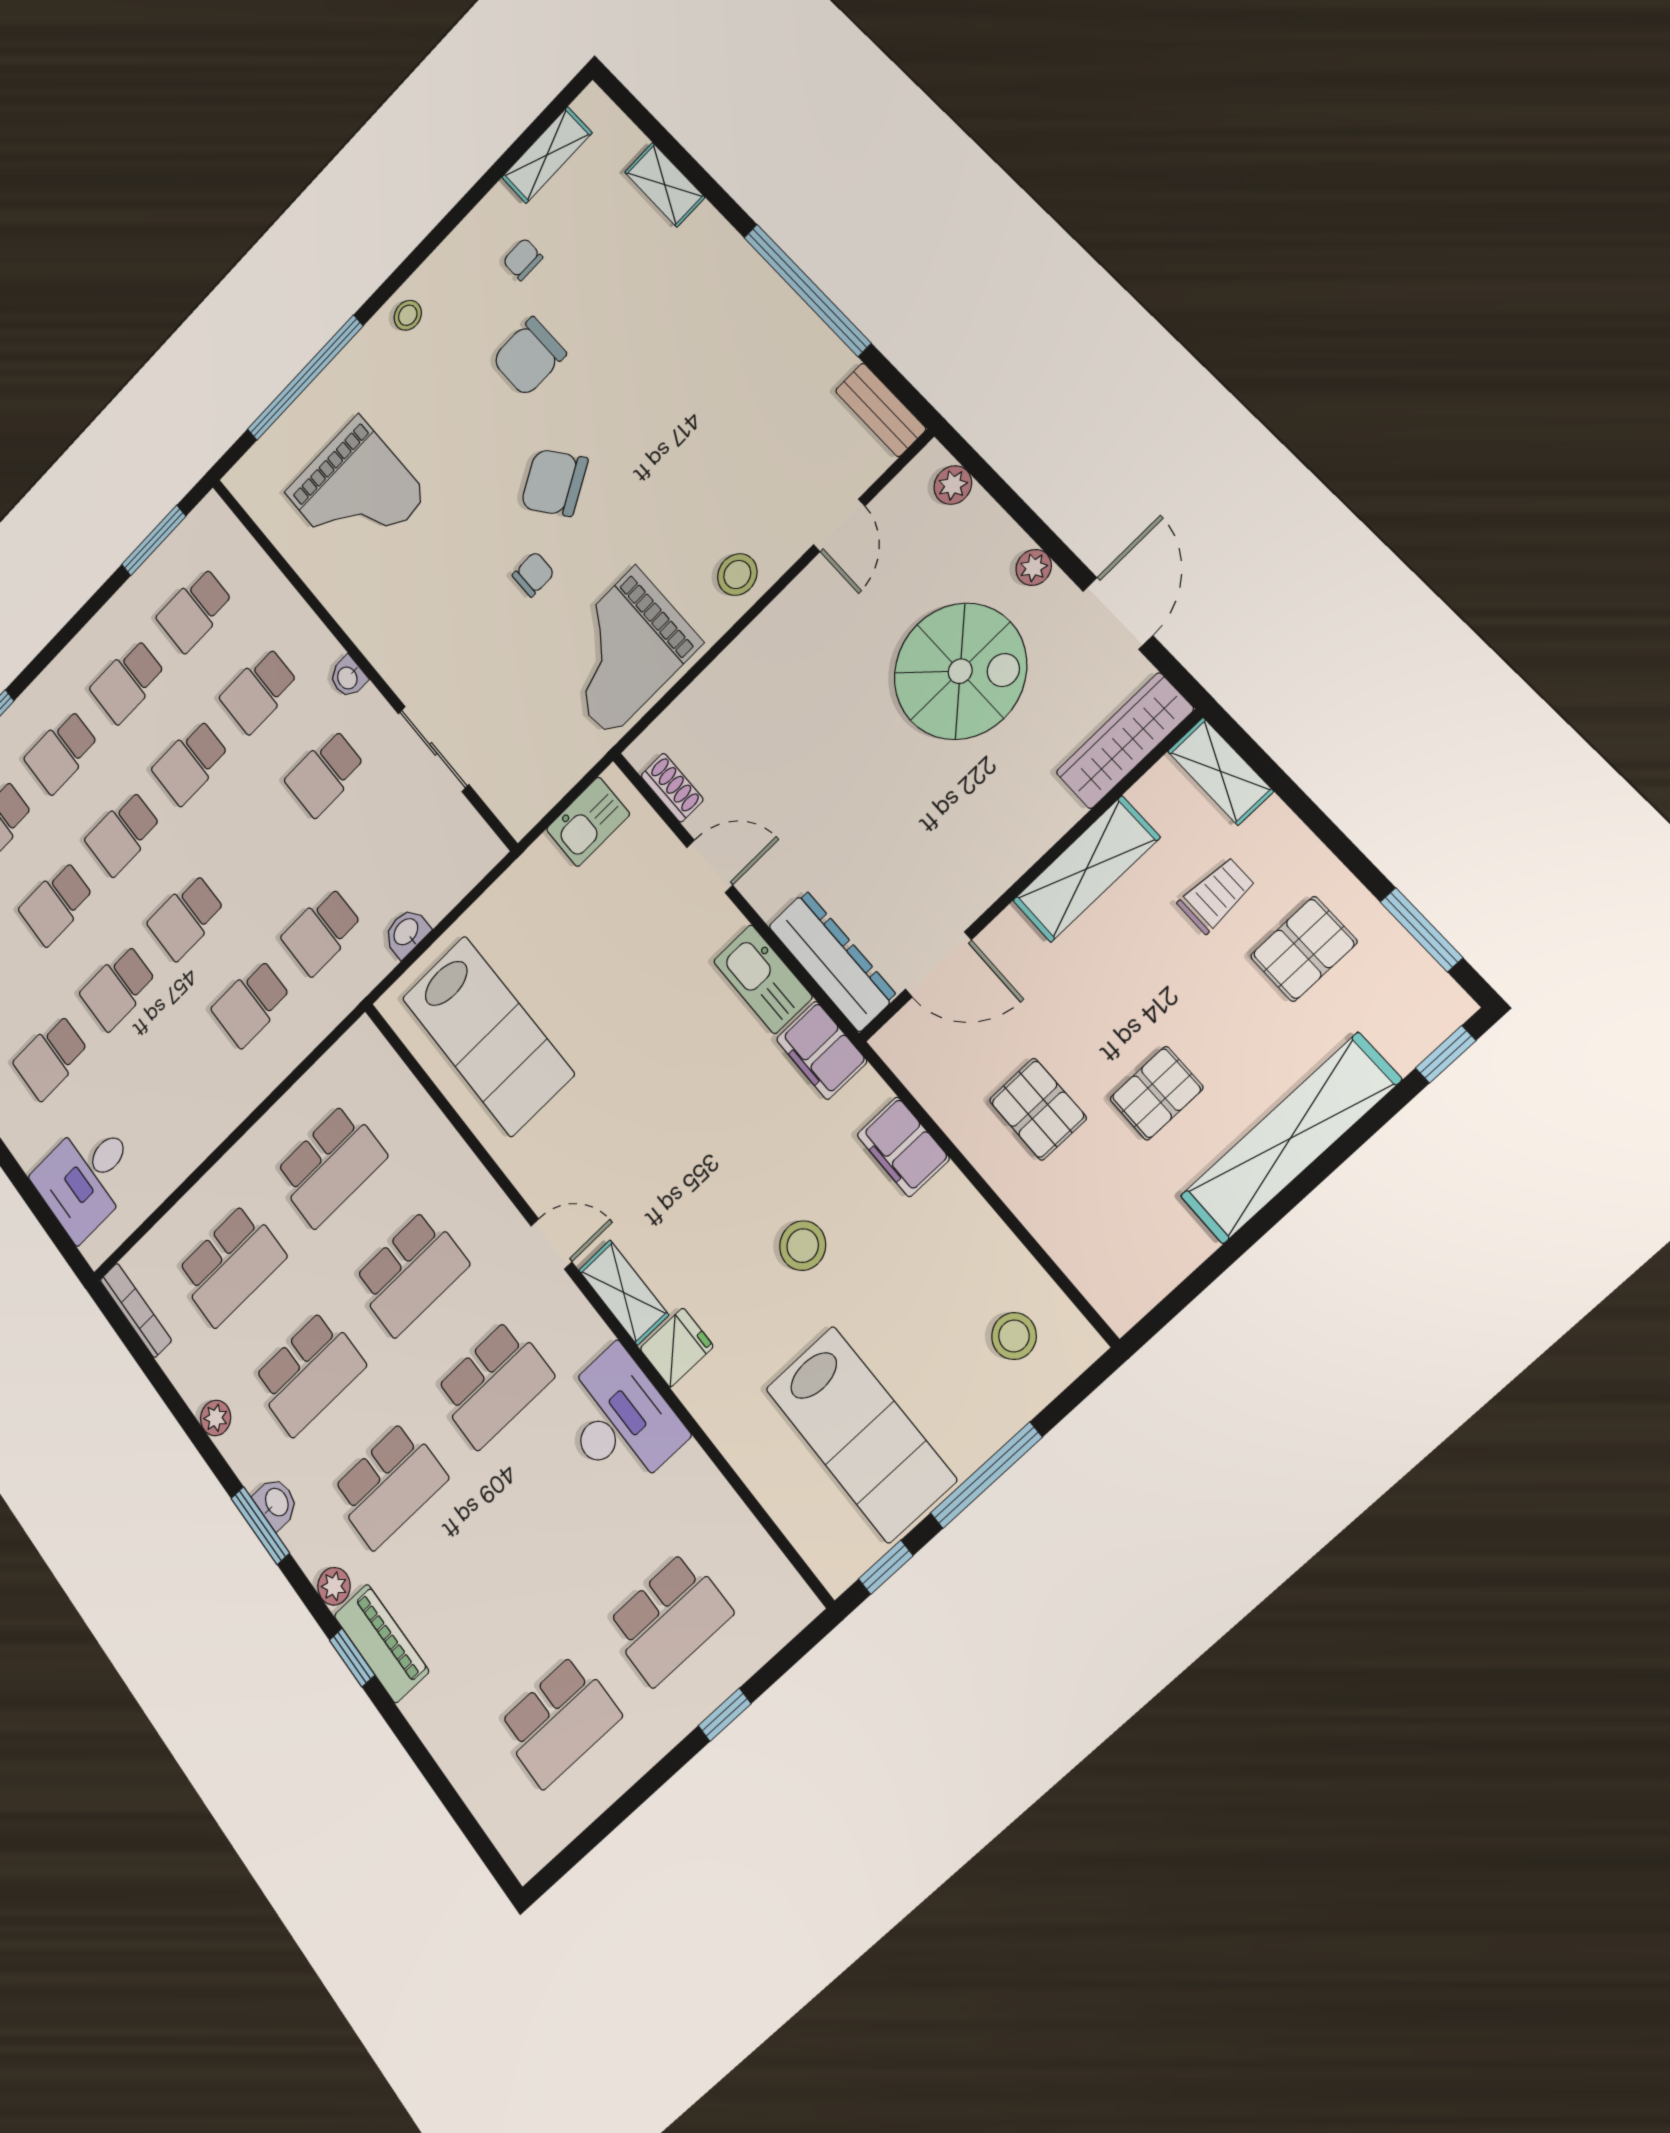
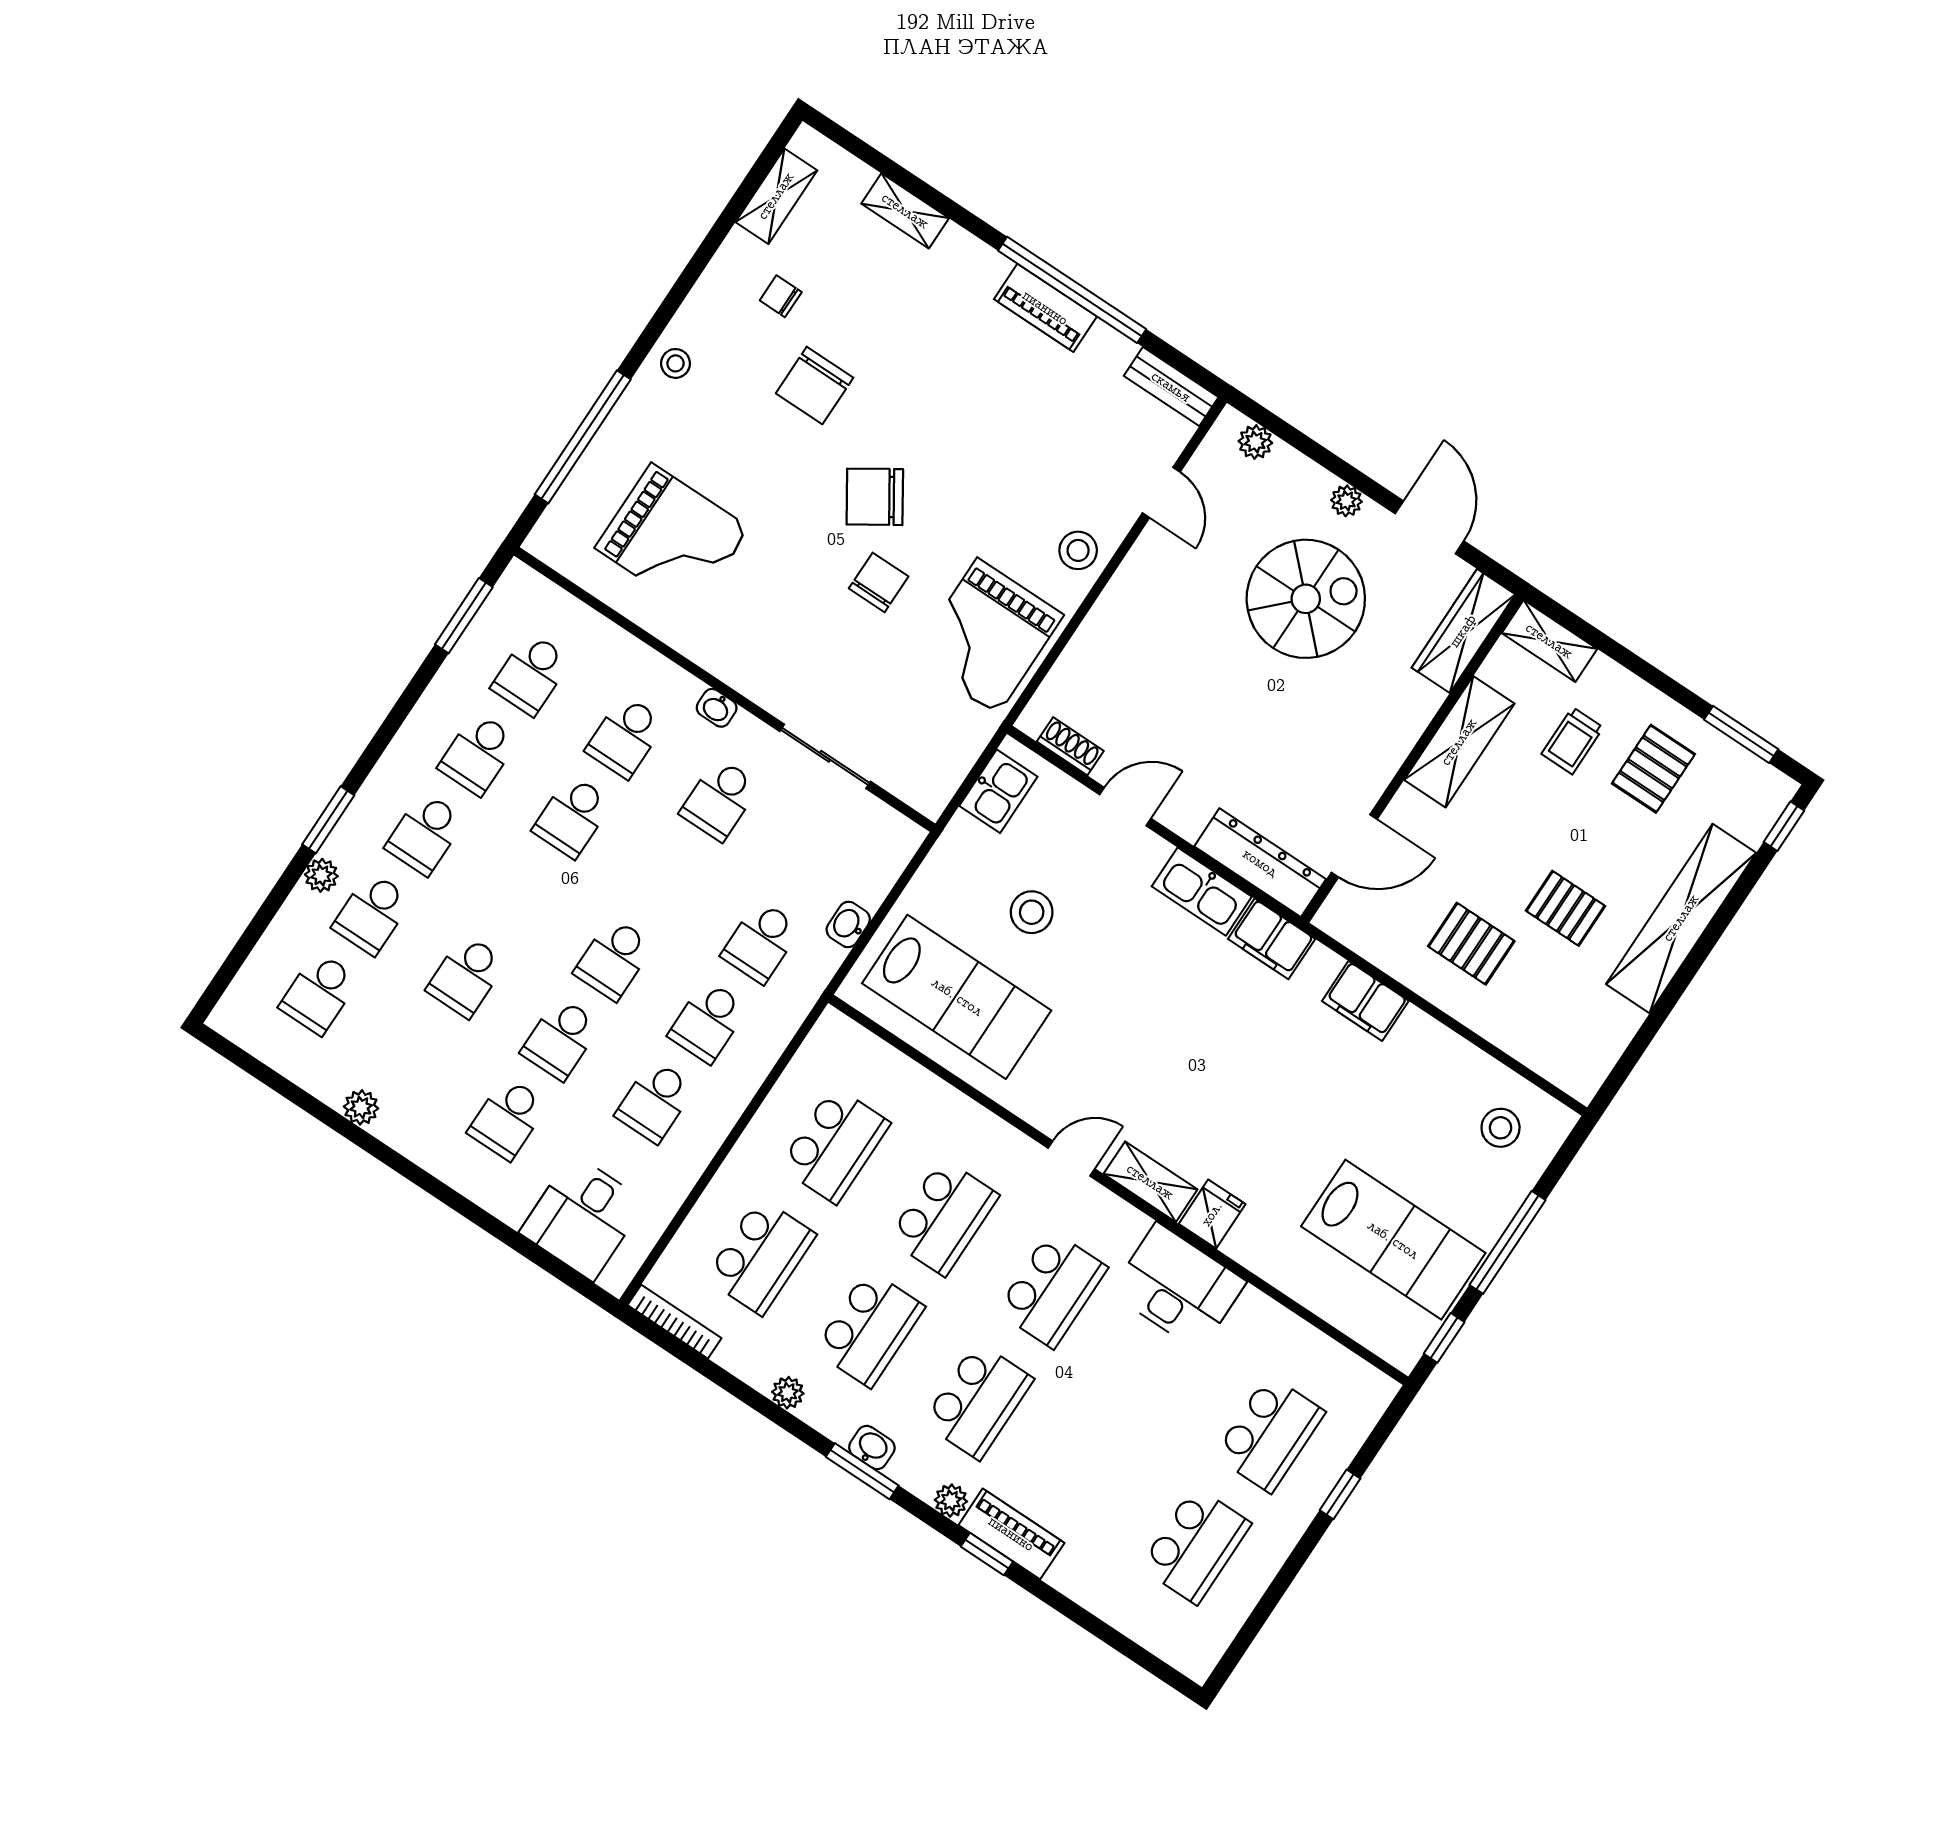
piano: (775, 306) -> (1045, 308), added
chair: (533, 574) -> (879, 582), width x1.37, depth x1.37
school desk: (123, 833) -> (655, 1101), moved
trolley: (1216, 895) -> (1572, 741), turned 180
pallet: (1157, 1093) -> (1565, 908), turned 90
stool: (803, 1246) -> (1032, 912), moved

